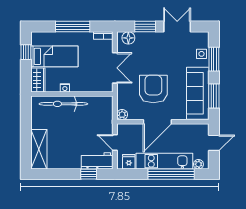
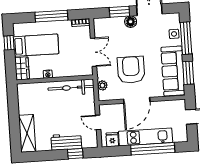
floor lamp: (128, 38) -> (131, 22), moved
window: (214, 59) -> (186, 38), width x1.44
bicycle: (63, 104) -> (71, 88), moved
plant: (122, 115) -> (102, 85), moved
workbench: (97, 161) -> (66, 142), moved
plant: (198, 164) -> (178, 138), removed

